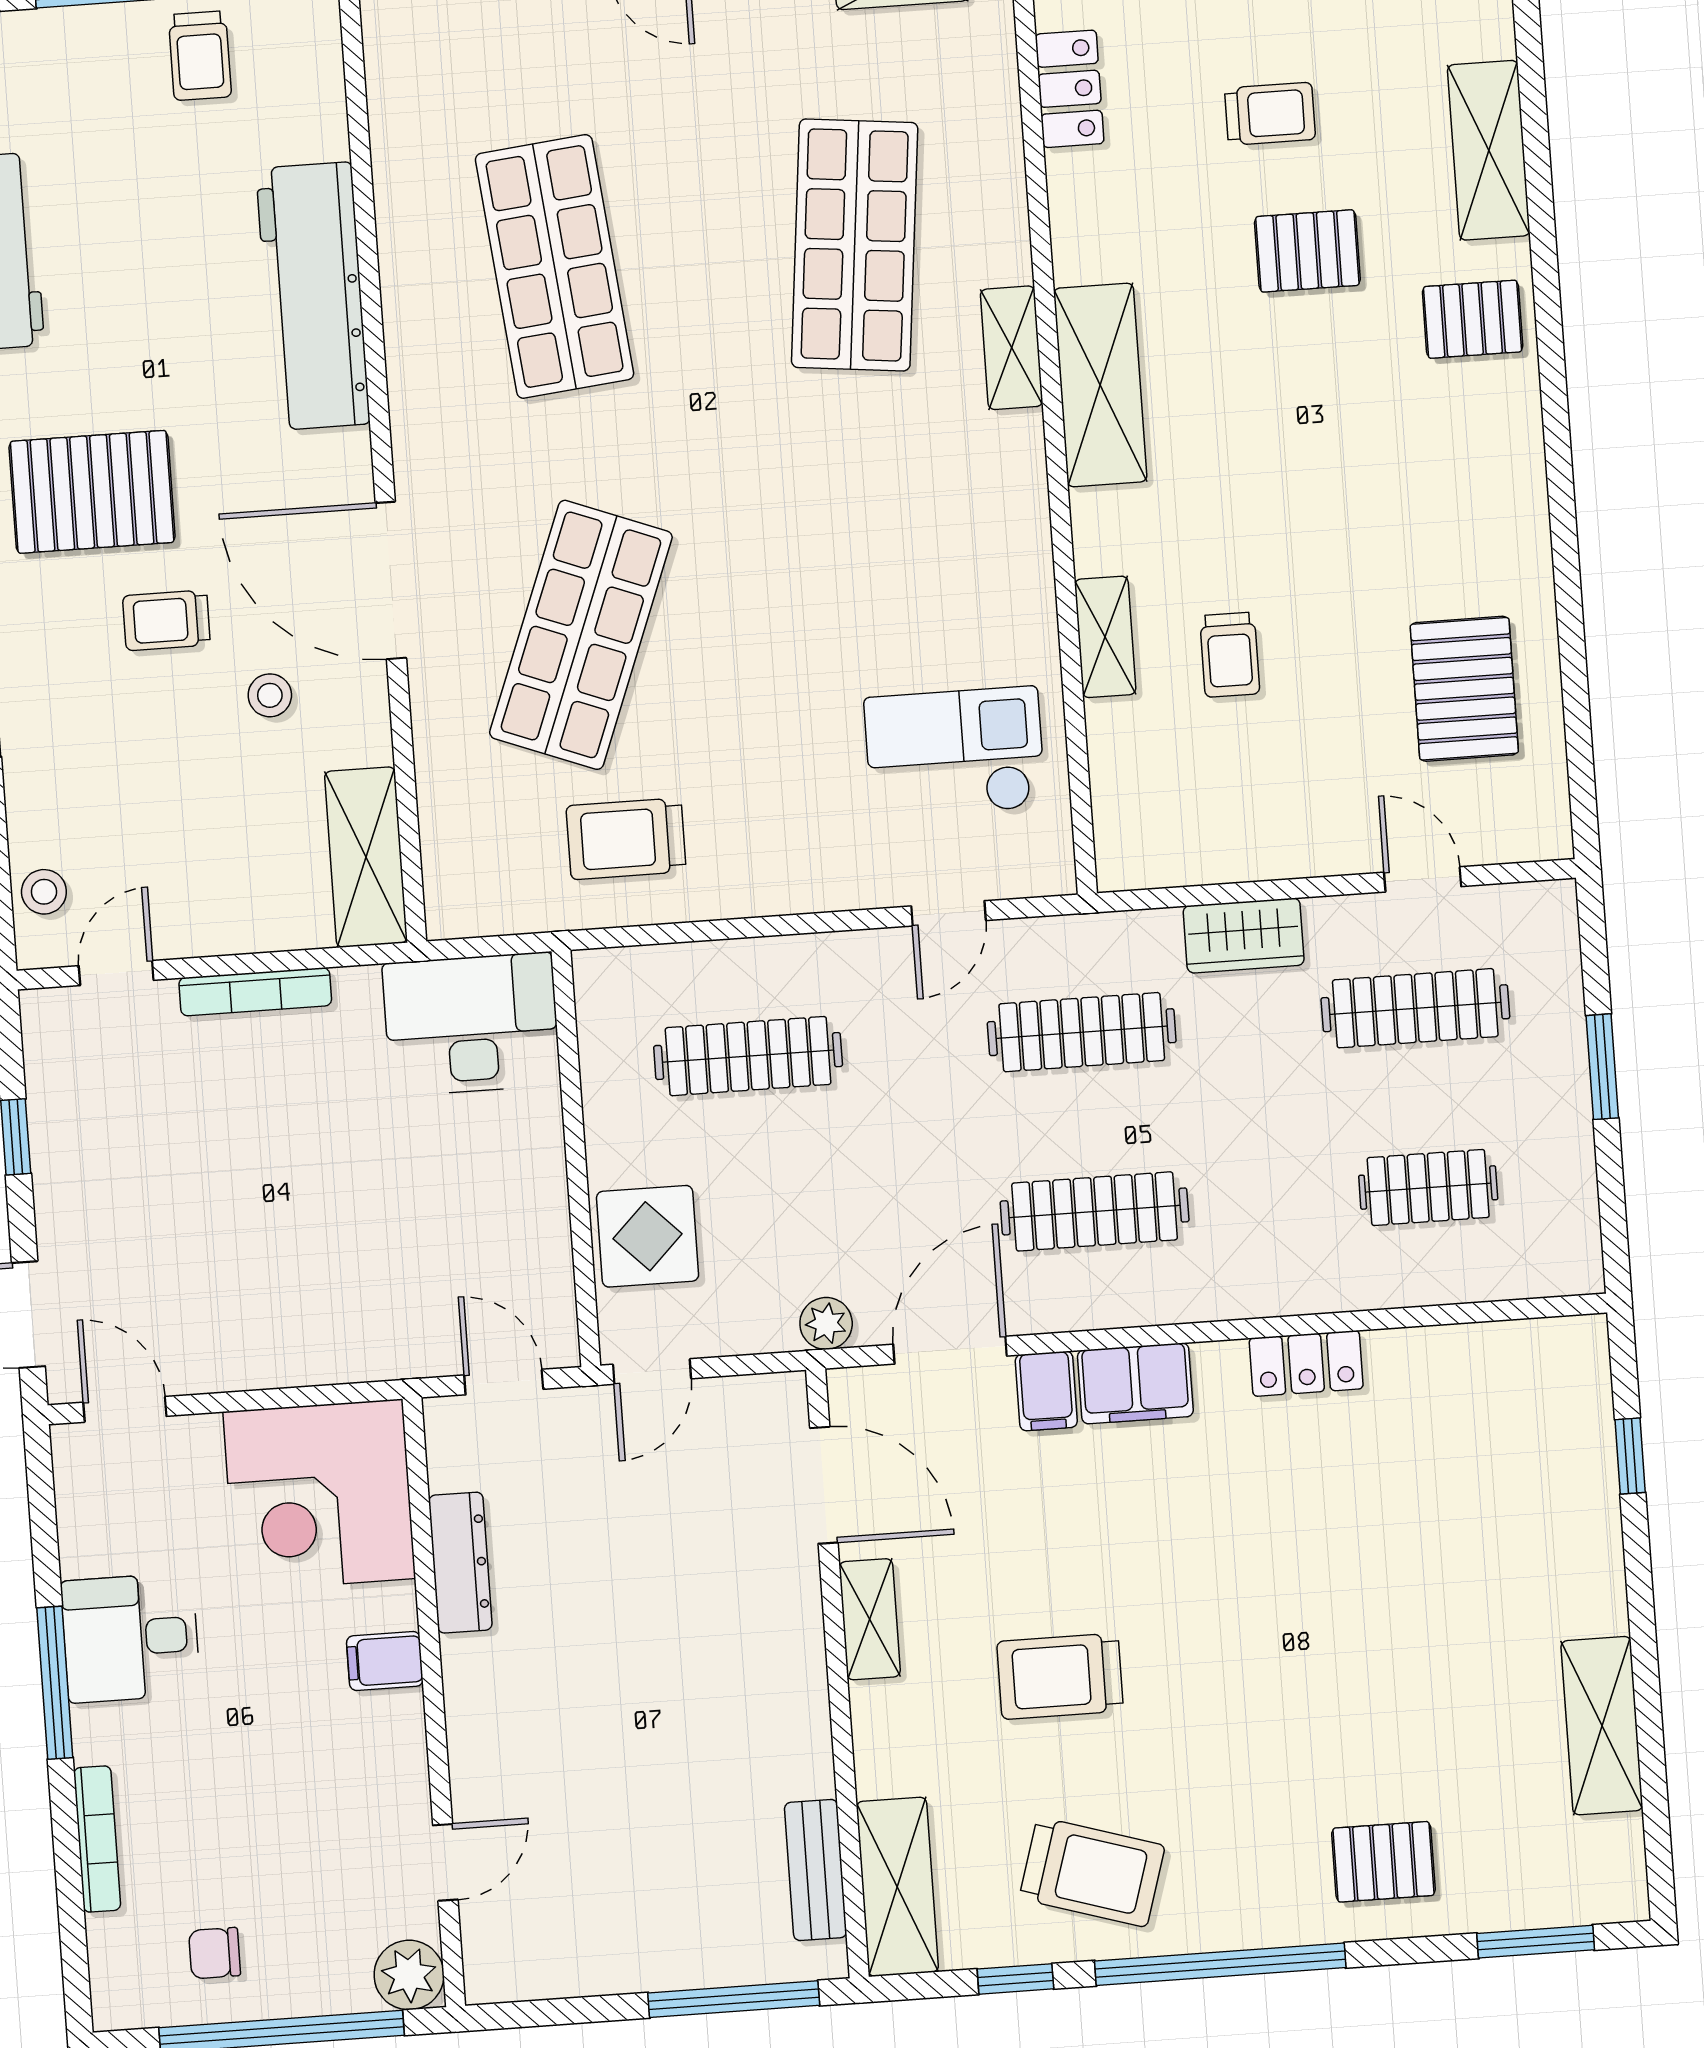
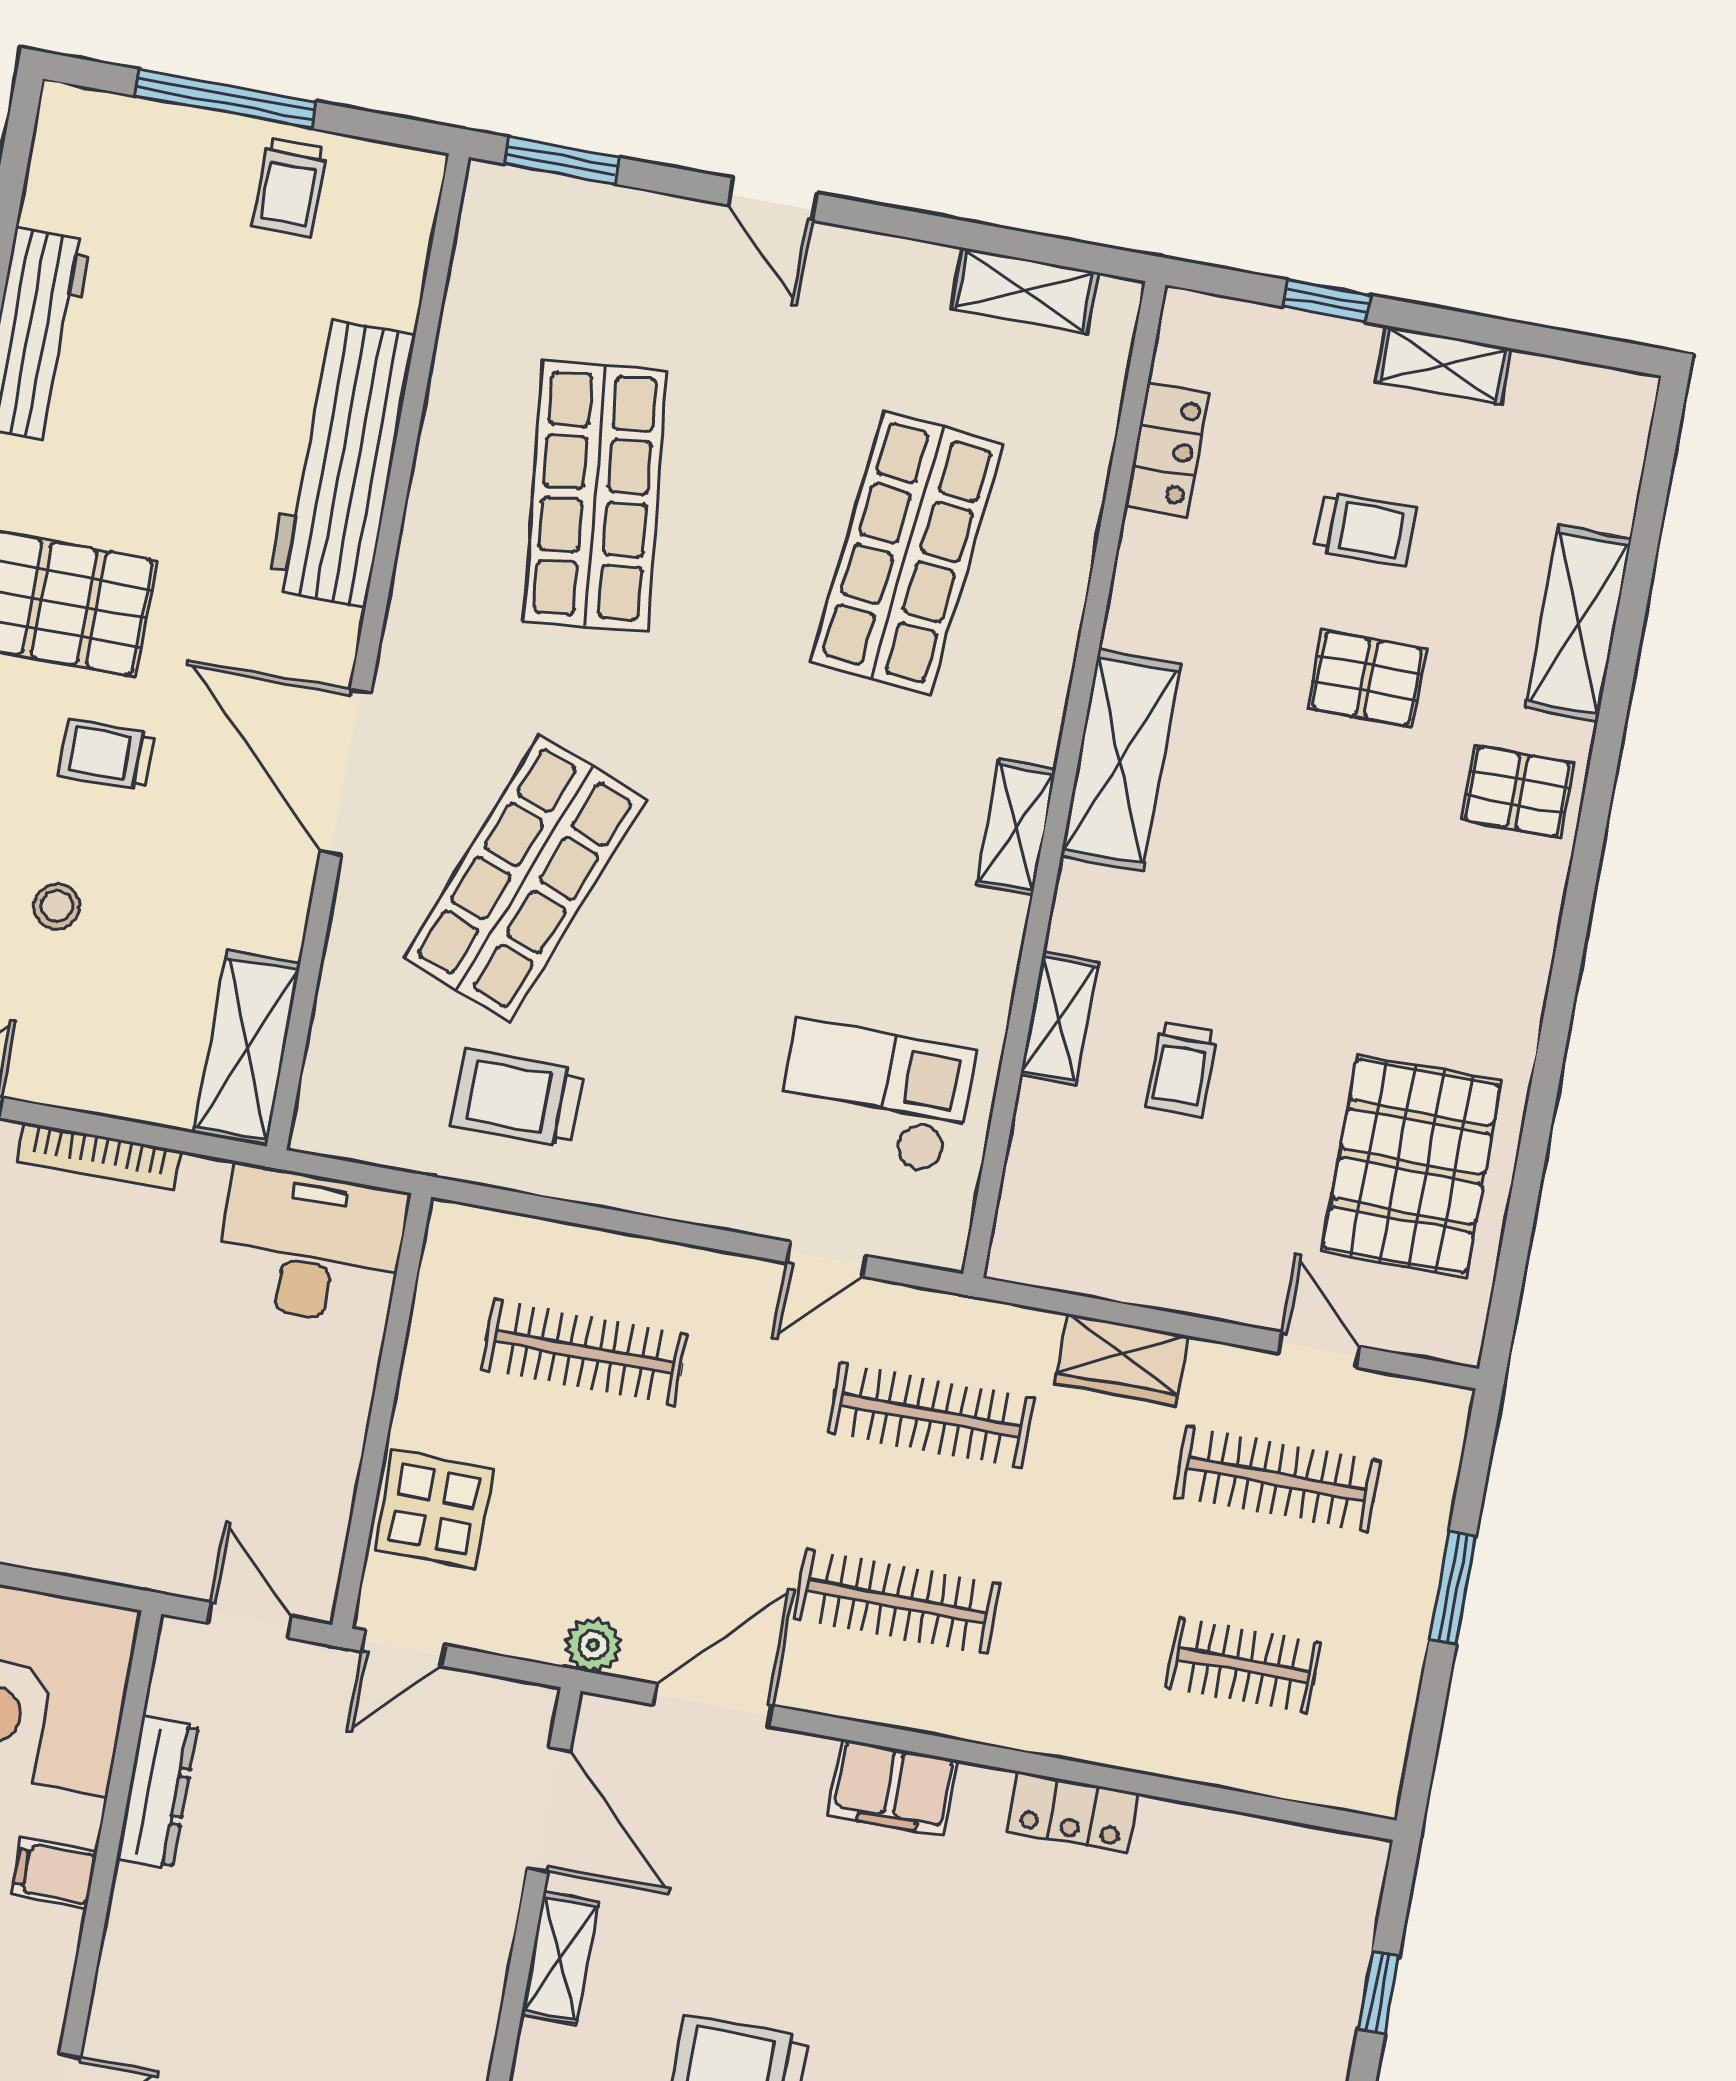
shelving: (1012, 348) -> (1016, 828), moved
pallet: (1464, 689) -> (1412, 1166), width x1.37, depth x1.41
stool: (270, 695) -> (57, 906), moved
filing cabinet: (1046, 1391) -> (800, 1772), removed

